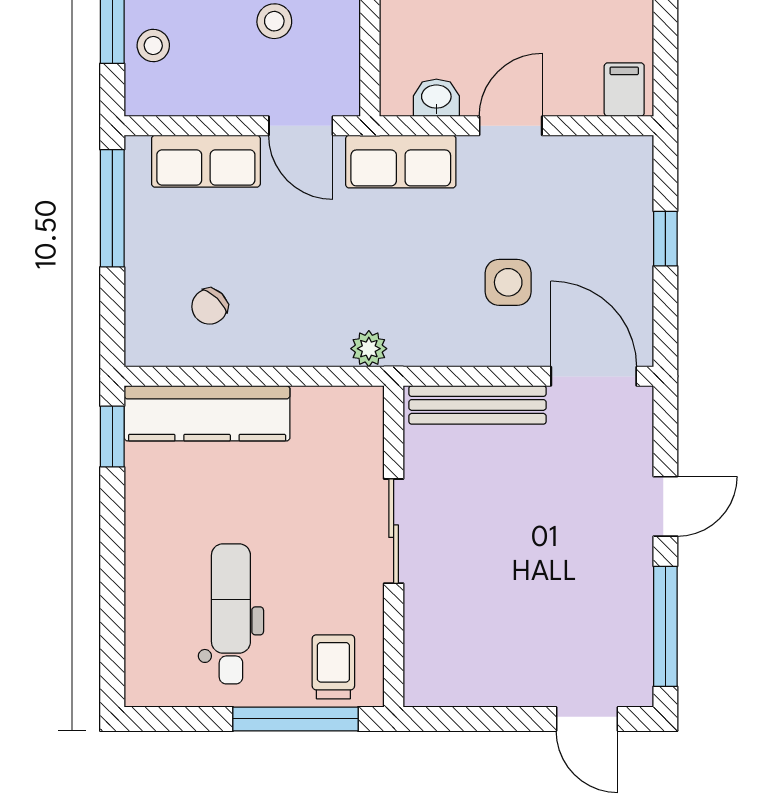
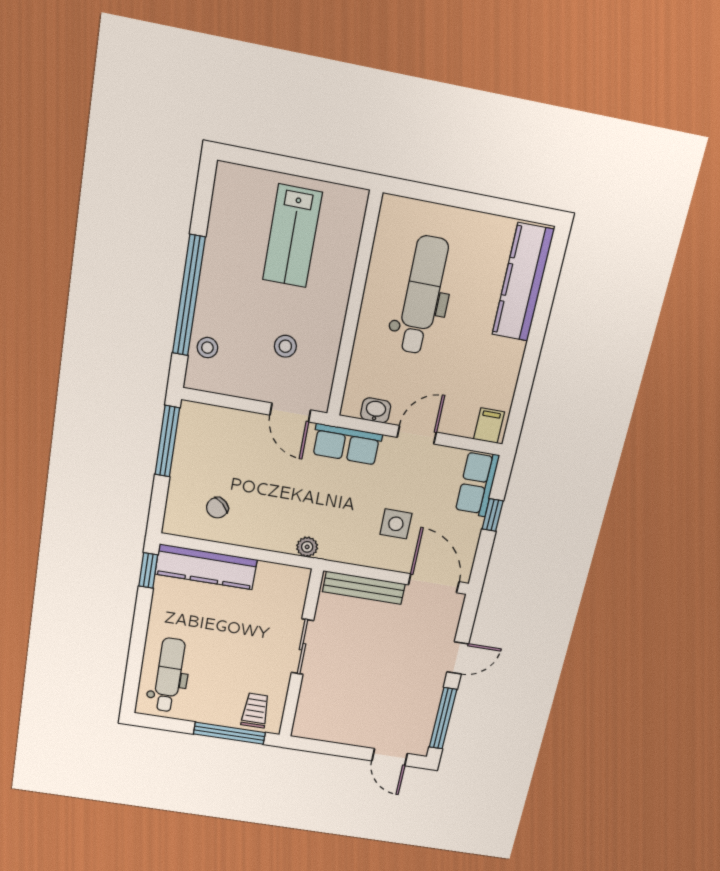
row of seats: (206, 161) -> (477, 484), moved, turned 90
dental chair: (231, 614) -> (169, 675), moved

